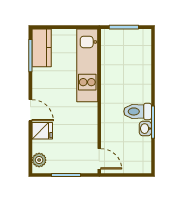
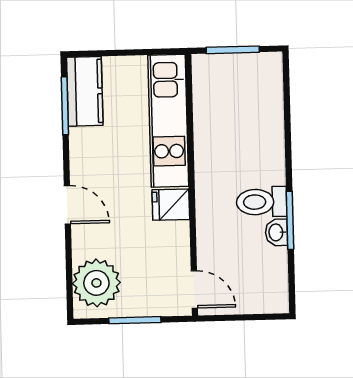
fridge: (42, 131) -> (171, 205), moved, turned 180
plant: (39, 160) -> (96, 283), width x1.88, depth x1.88

